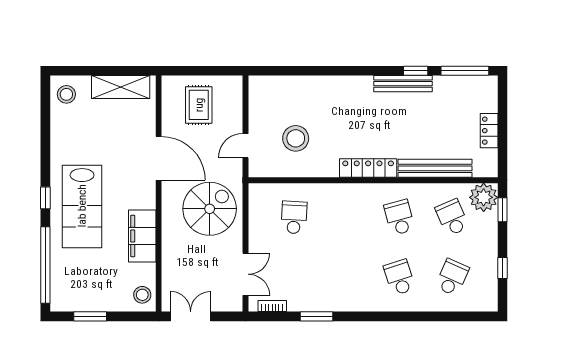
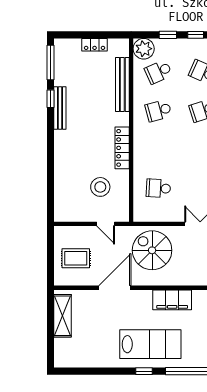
stool: (66, 94) -> (68, 356), removed
locker: (368, 168) -> (122, 148), moved
window: (502, 210) -> (168, 35), moved

